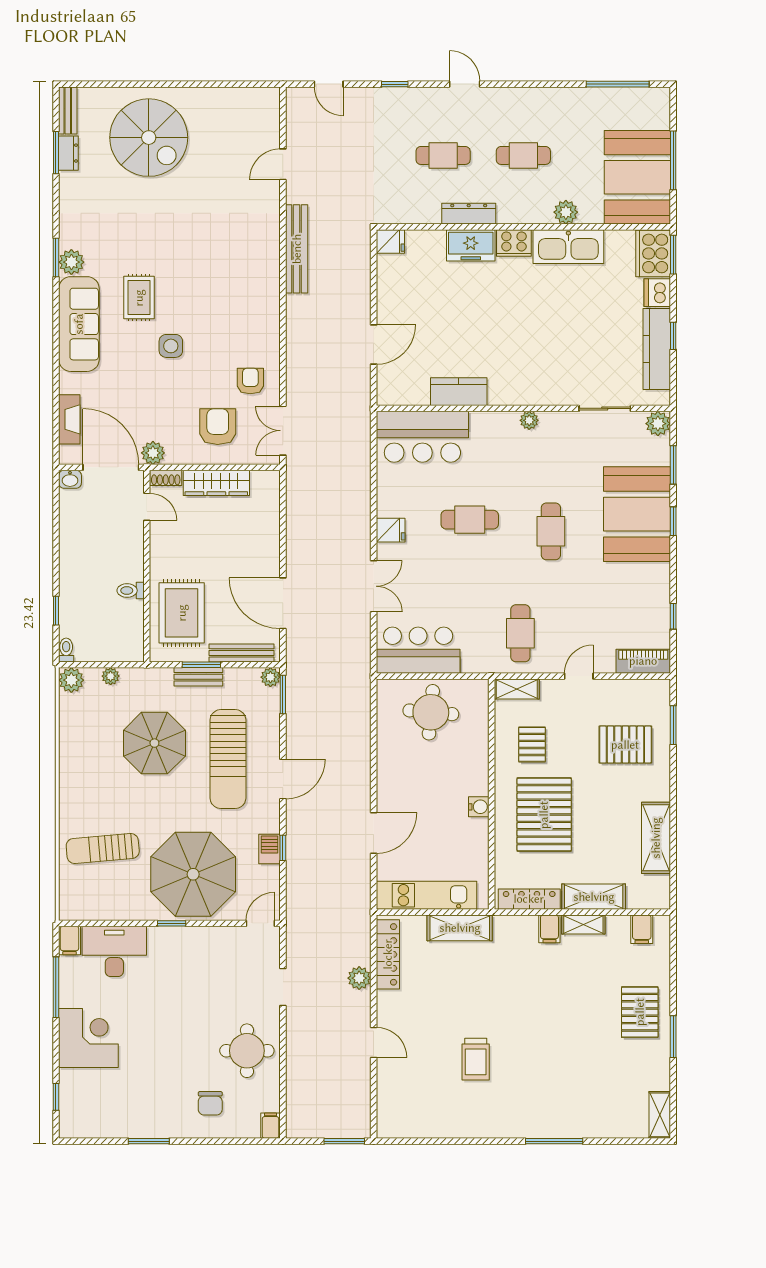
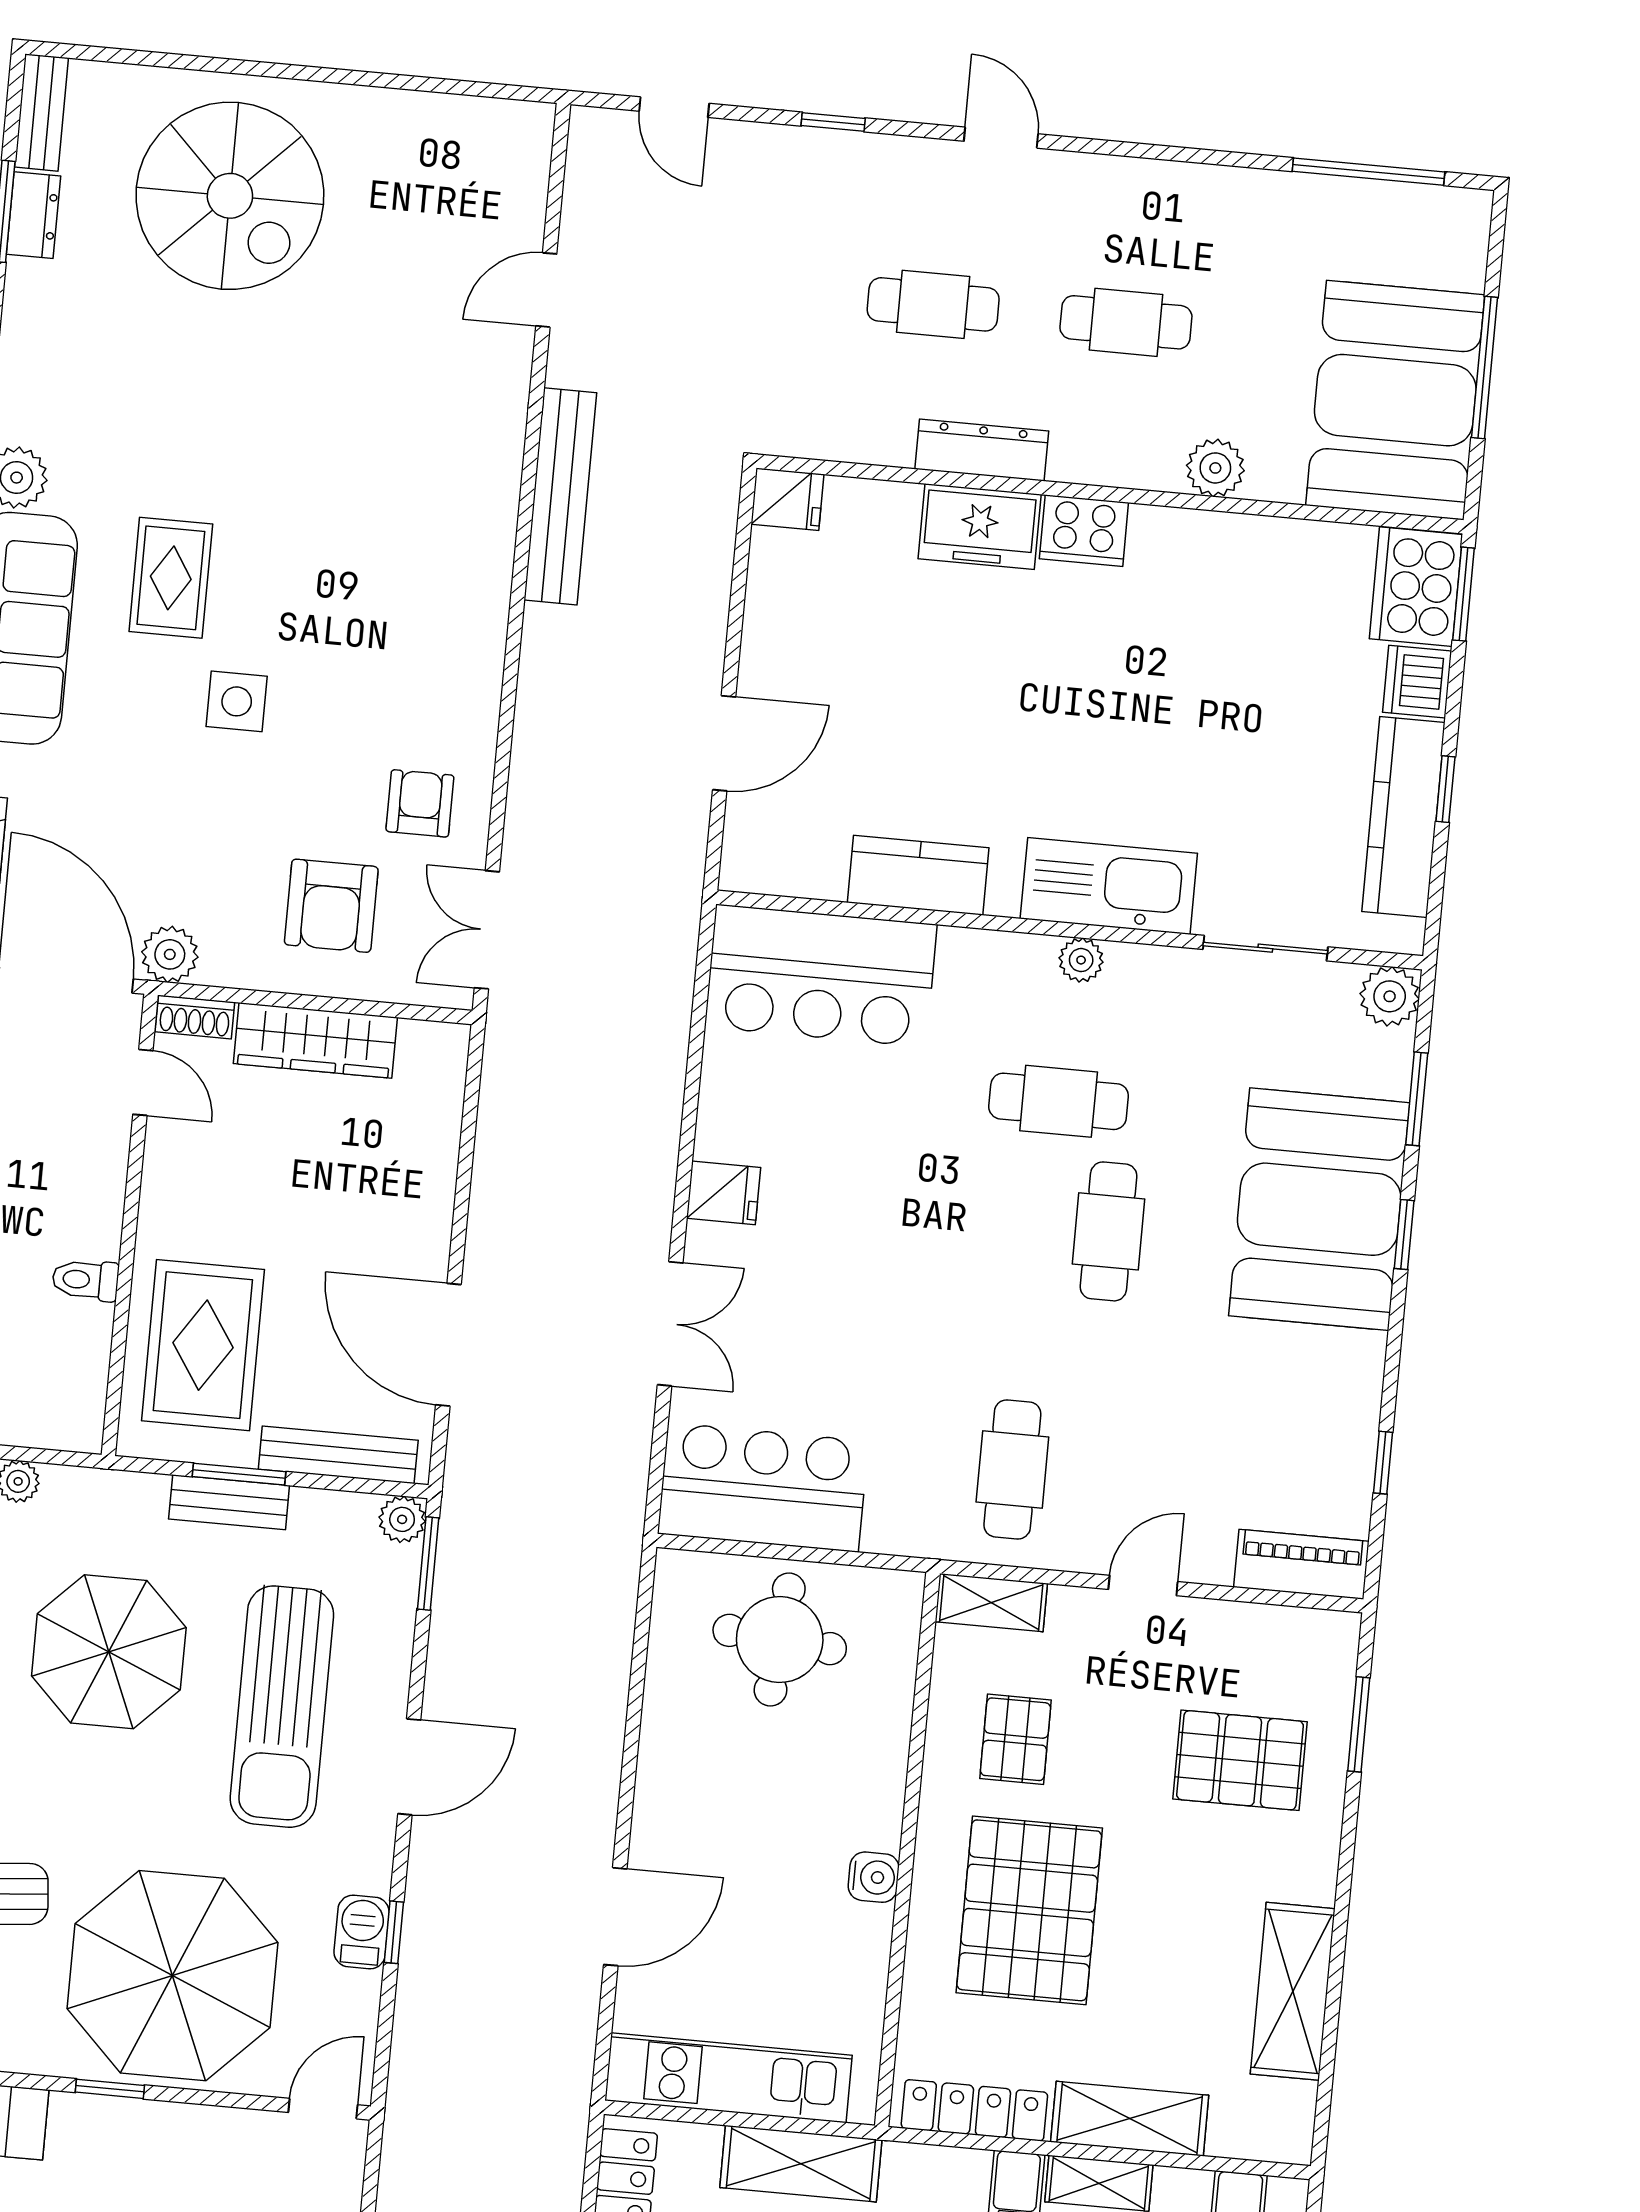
kitchen sink: (568, 247) -> (1109, 886), moved, turned 180
armchair: (218, 427) -> (331, 906), turned 180
cafe table: (470, 520) -> (1059, 1101), moved

